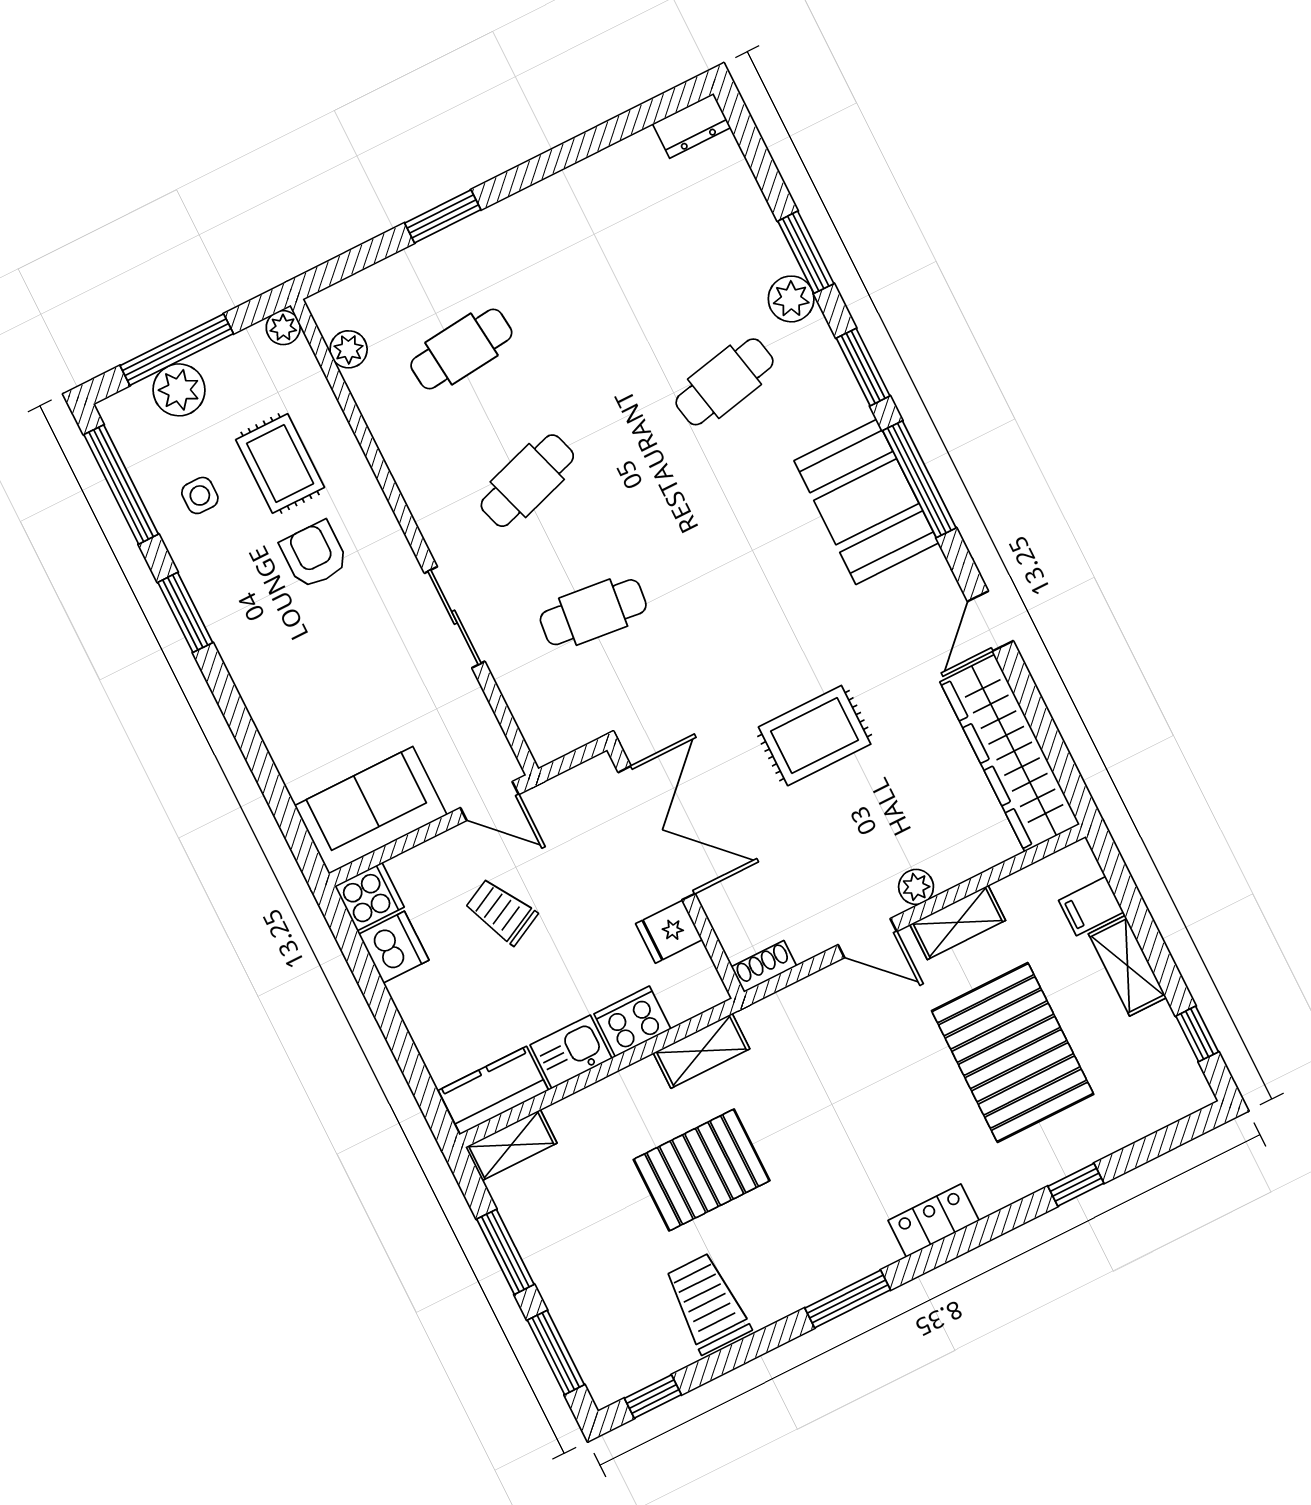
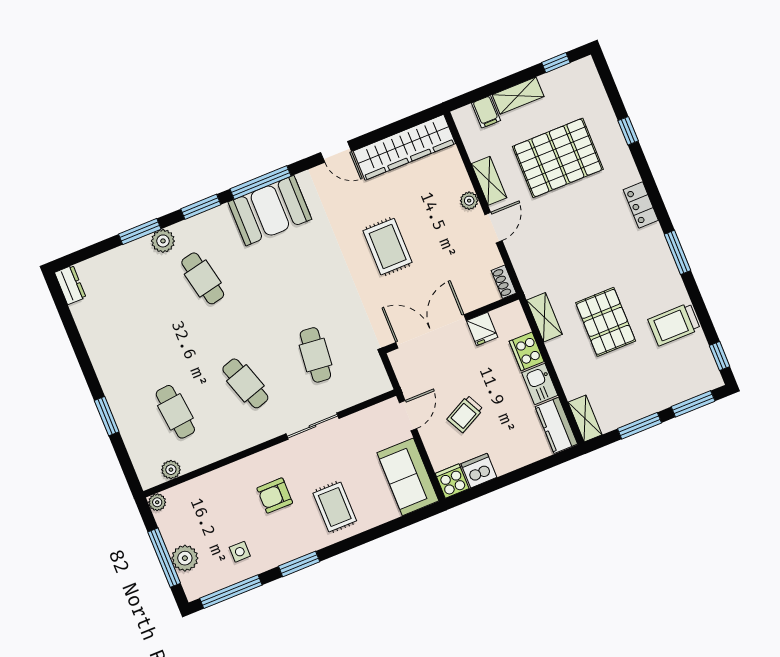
rug: (280, 463) -> (335, 507), moved, turned 90

